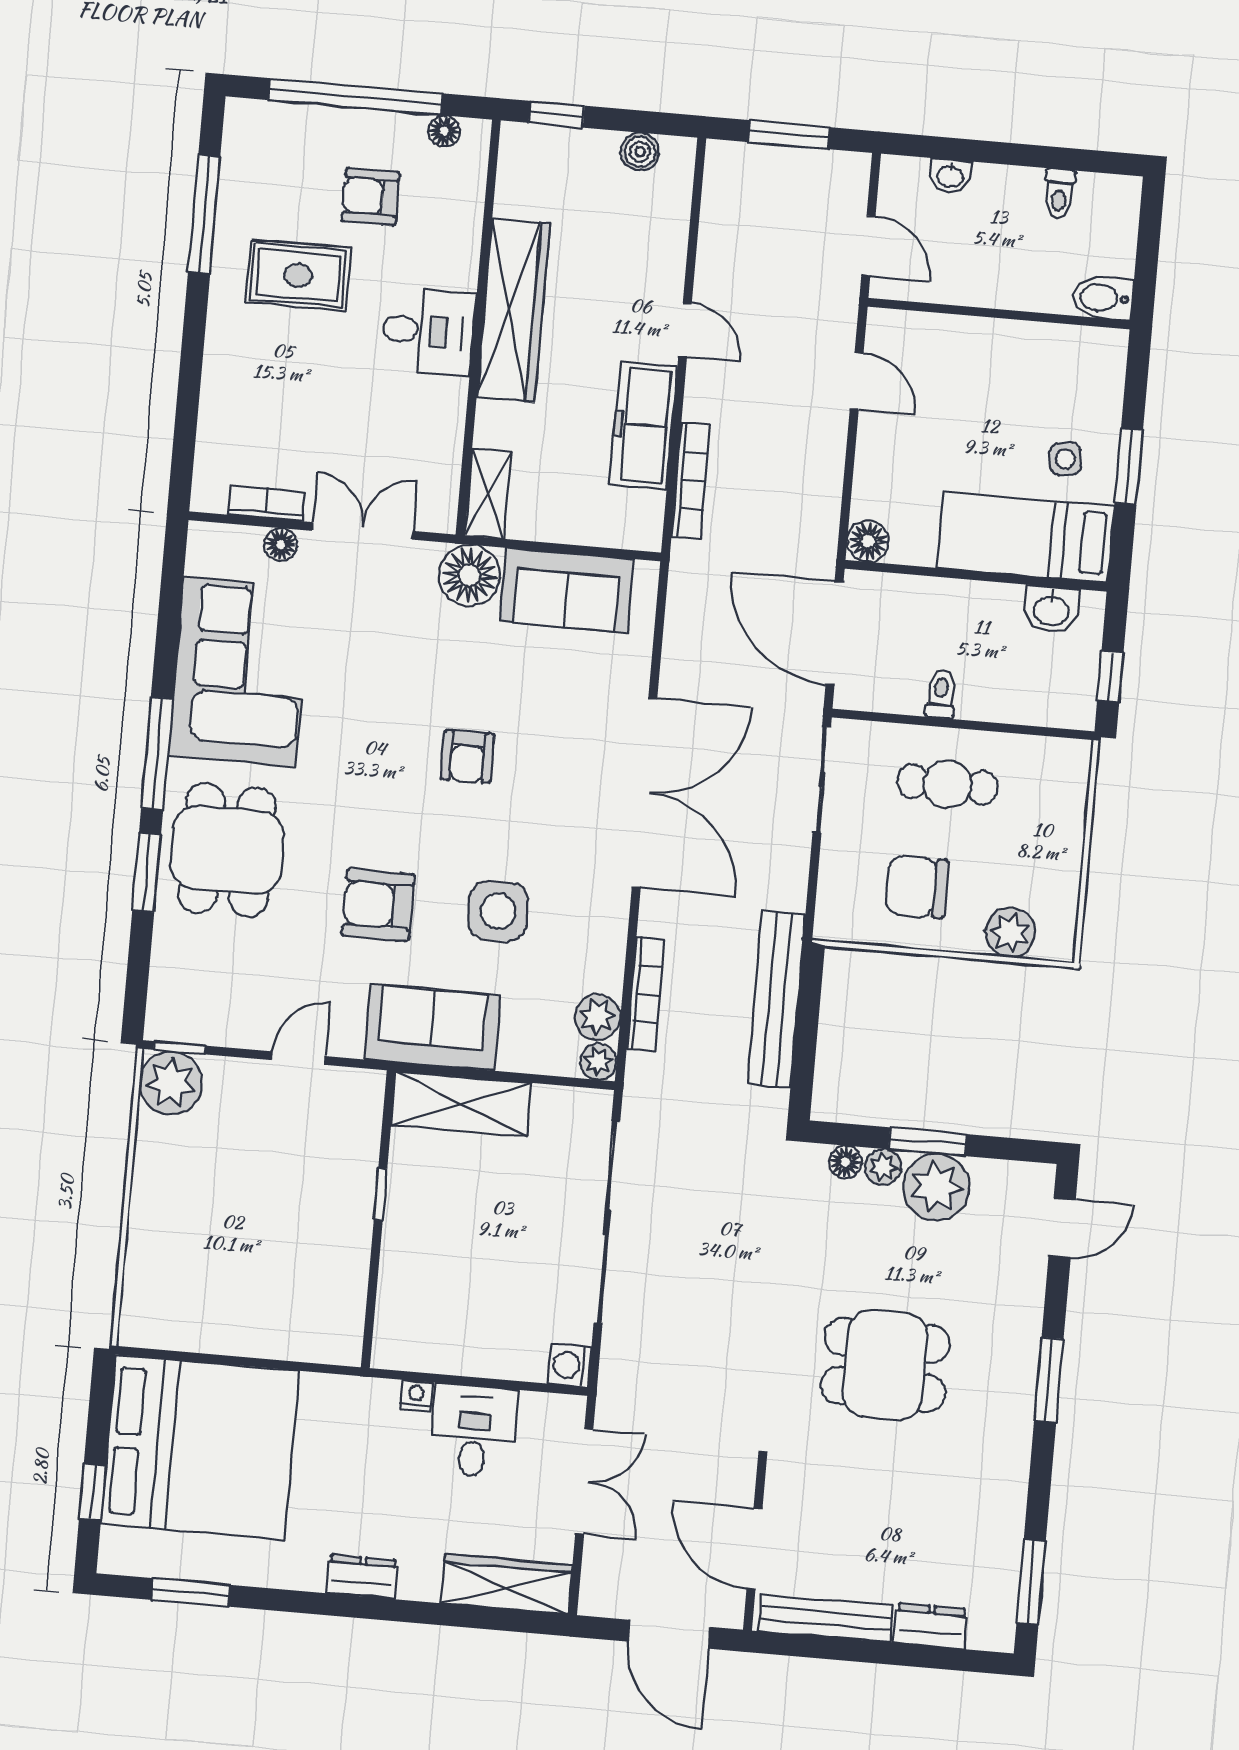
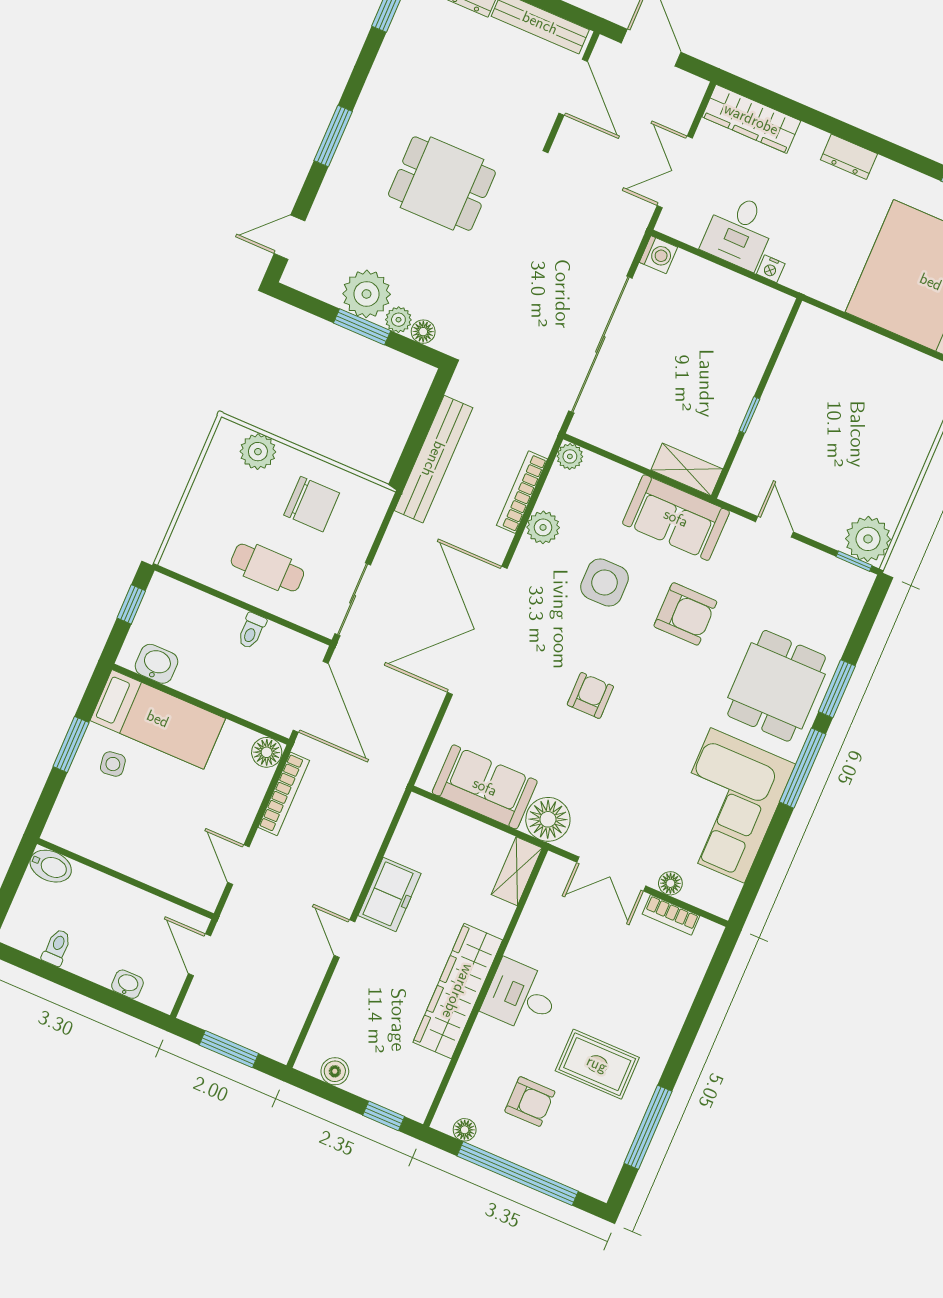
freezer: (643, 425) -> (390, 894), width x0.71
bookcase: (691, 480) -> (284, 794), moved, turned 180
plant: (598, 1017) -> (543, 527), moved
door: (299, 1058) -> (775, 527), swing flipped
shelving: (461, 1104) -> (687, 470), width x0.67, depth x0.75

